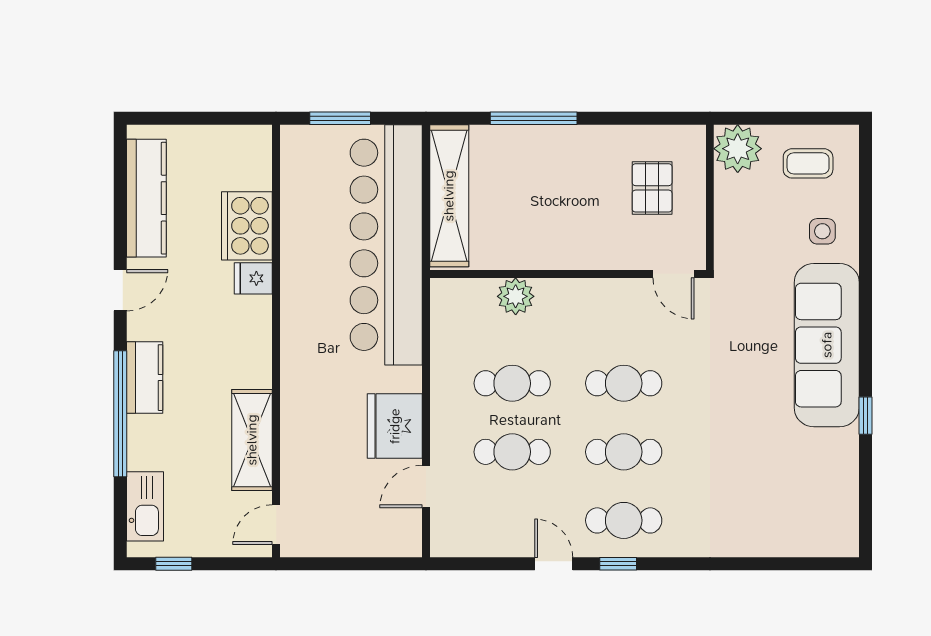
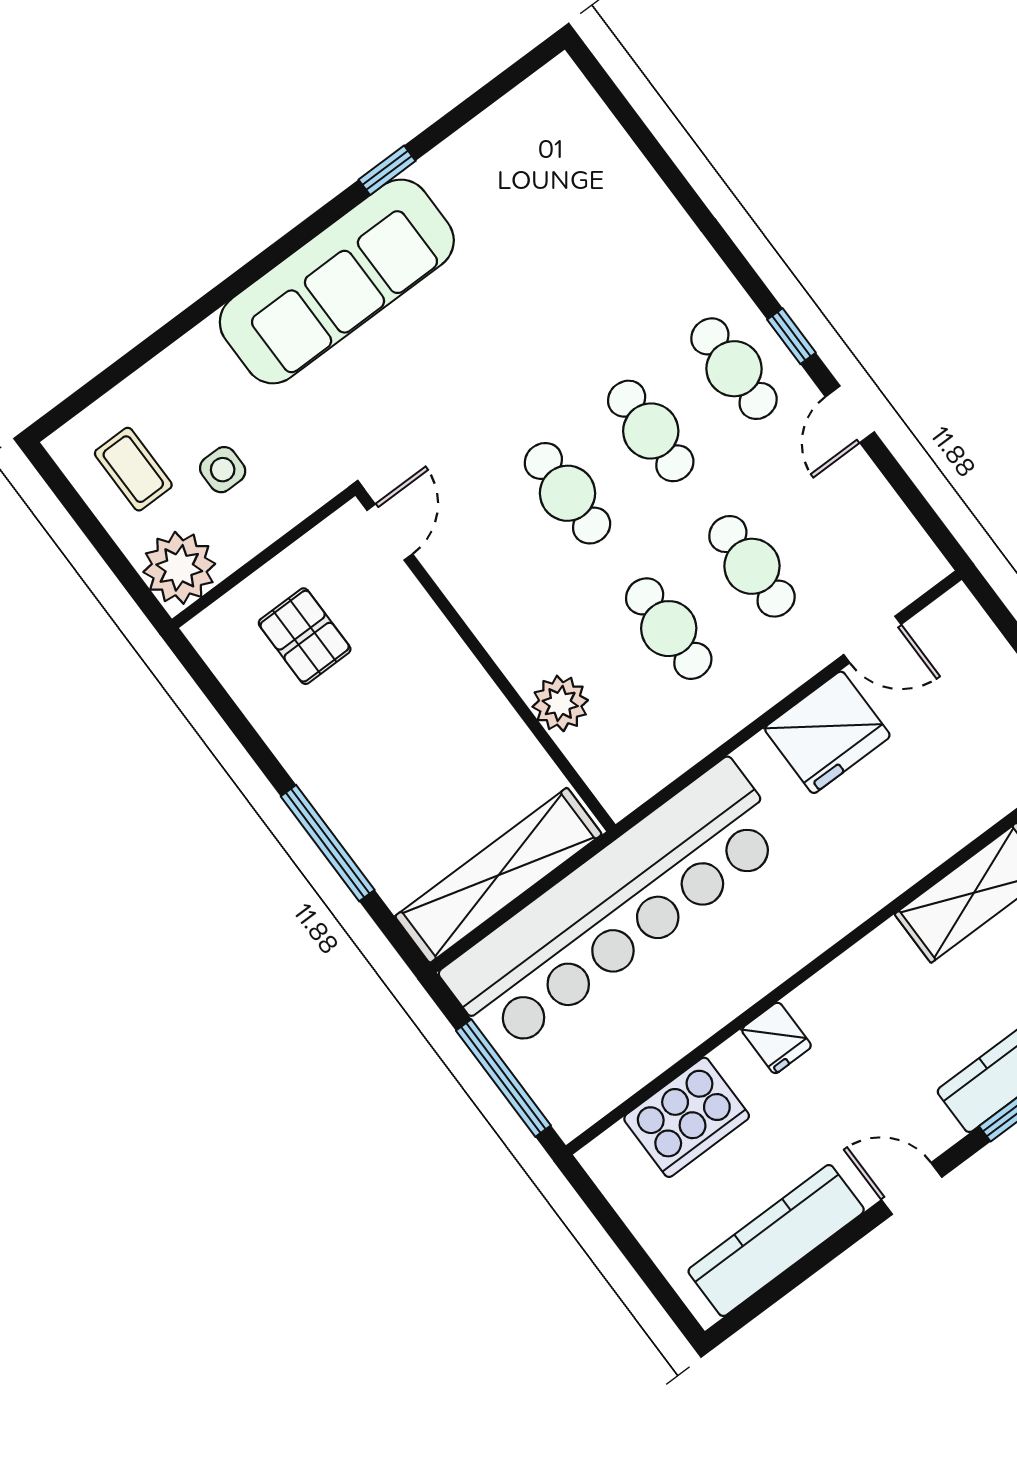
window: (340, 118) -> (503, 1078), width x1.44
pallet: (652, 188) -> (305, 636), turned 90
cooker: (247, 226) -> (687, 1117), moved
side table: (822, 231) -> (223, 470), moved

